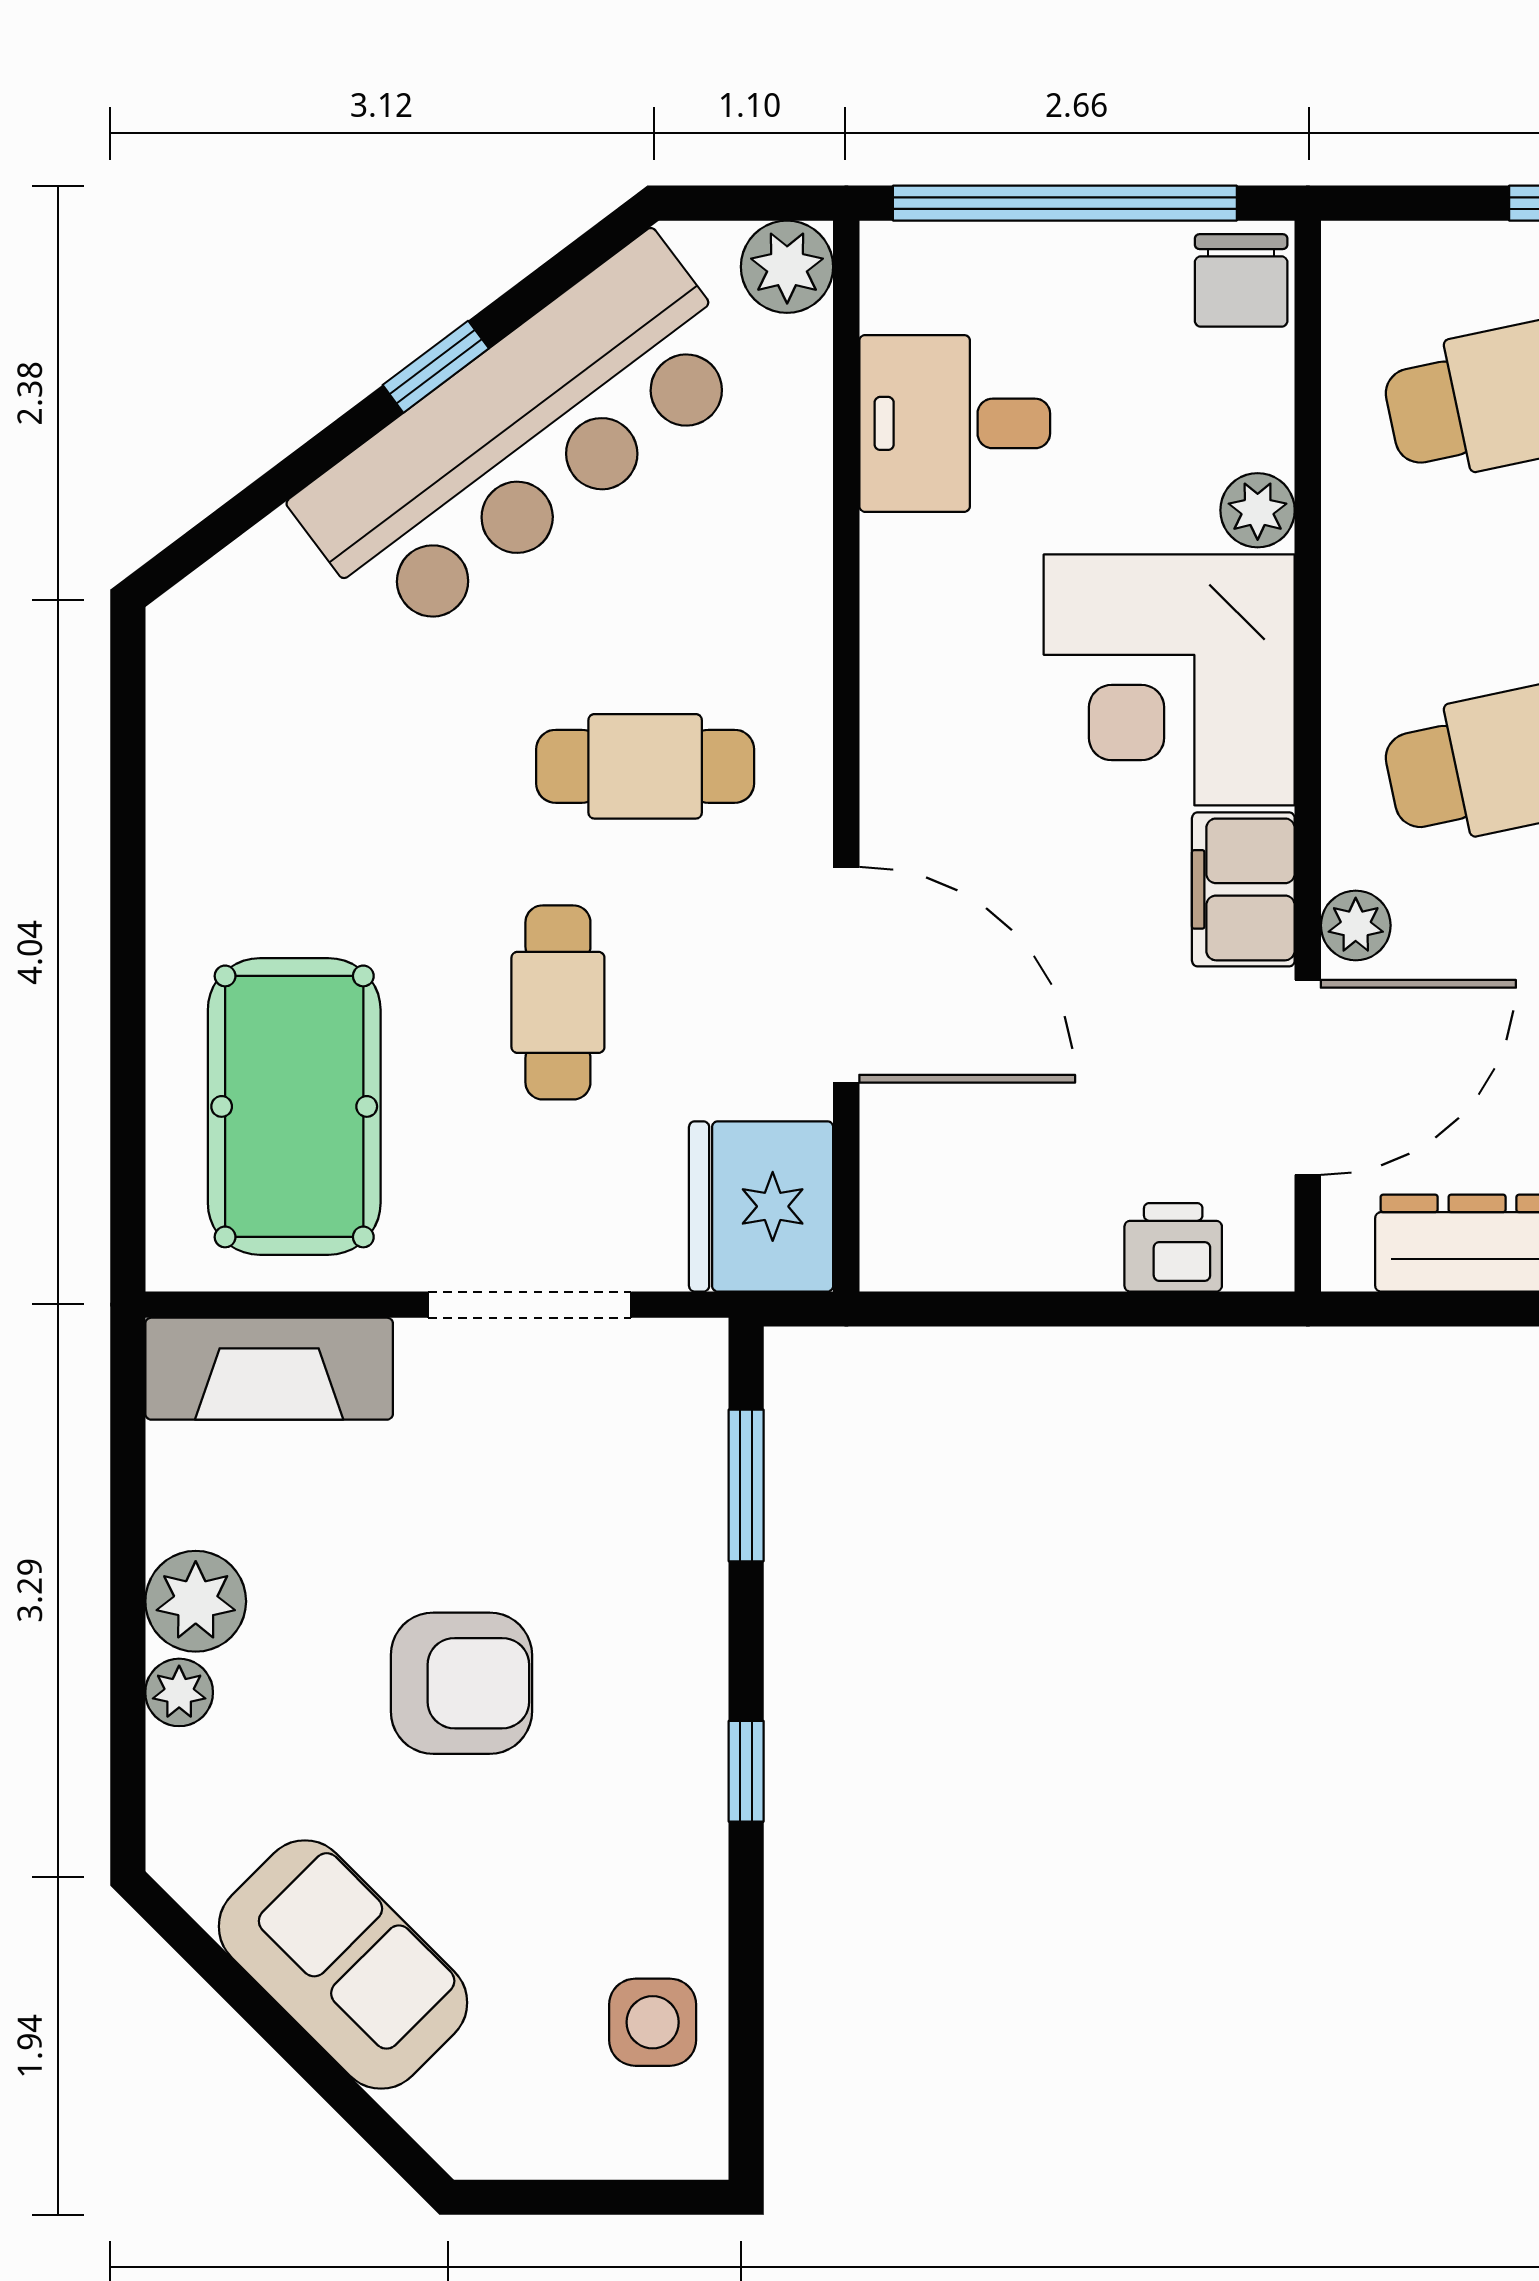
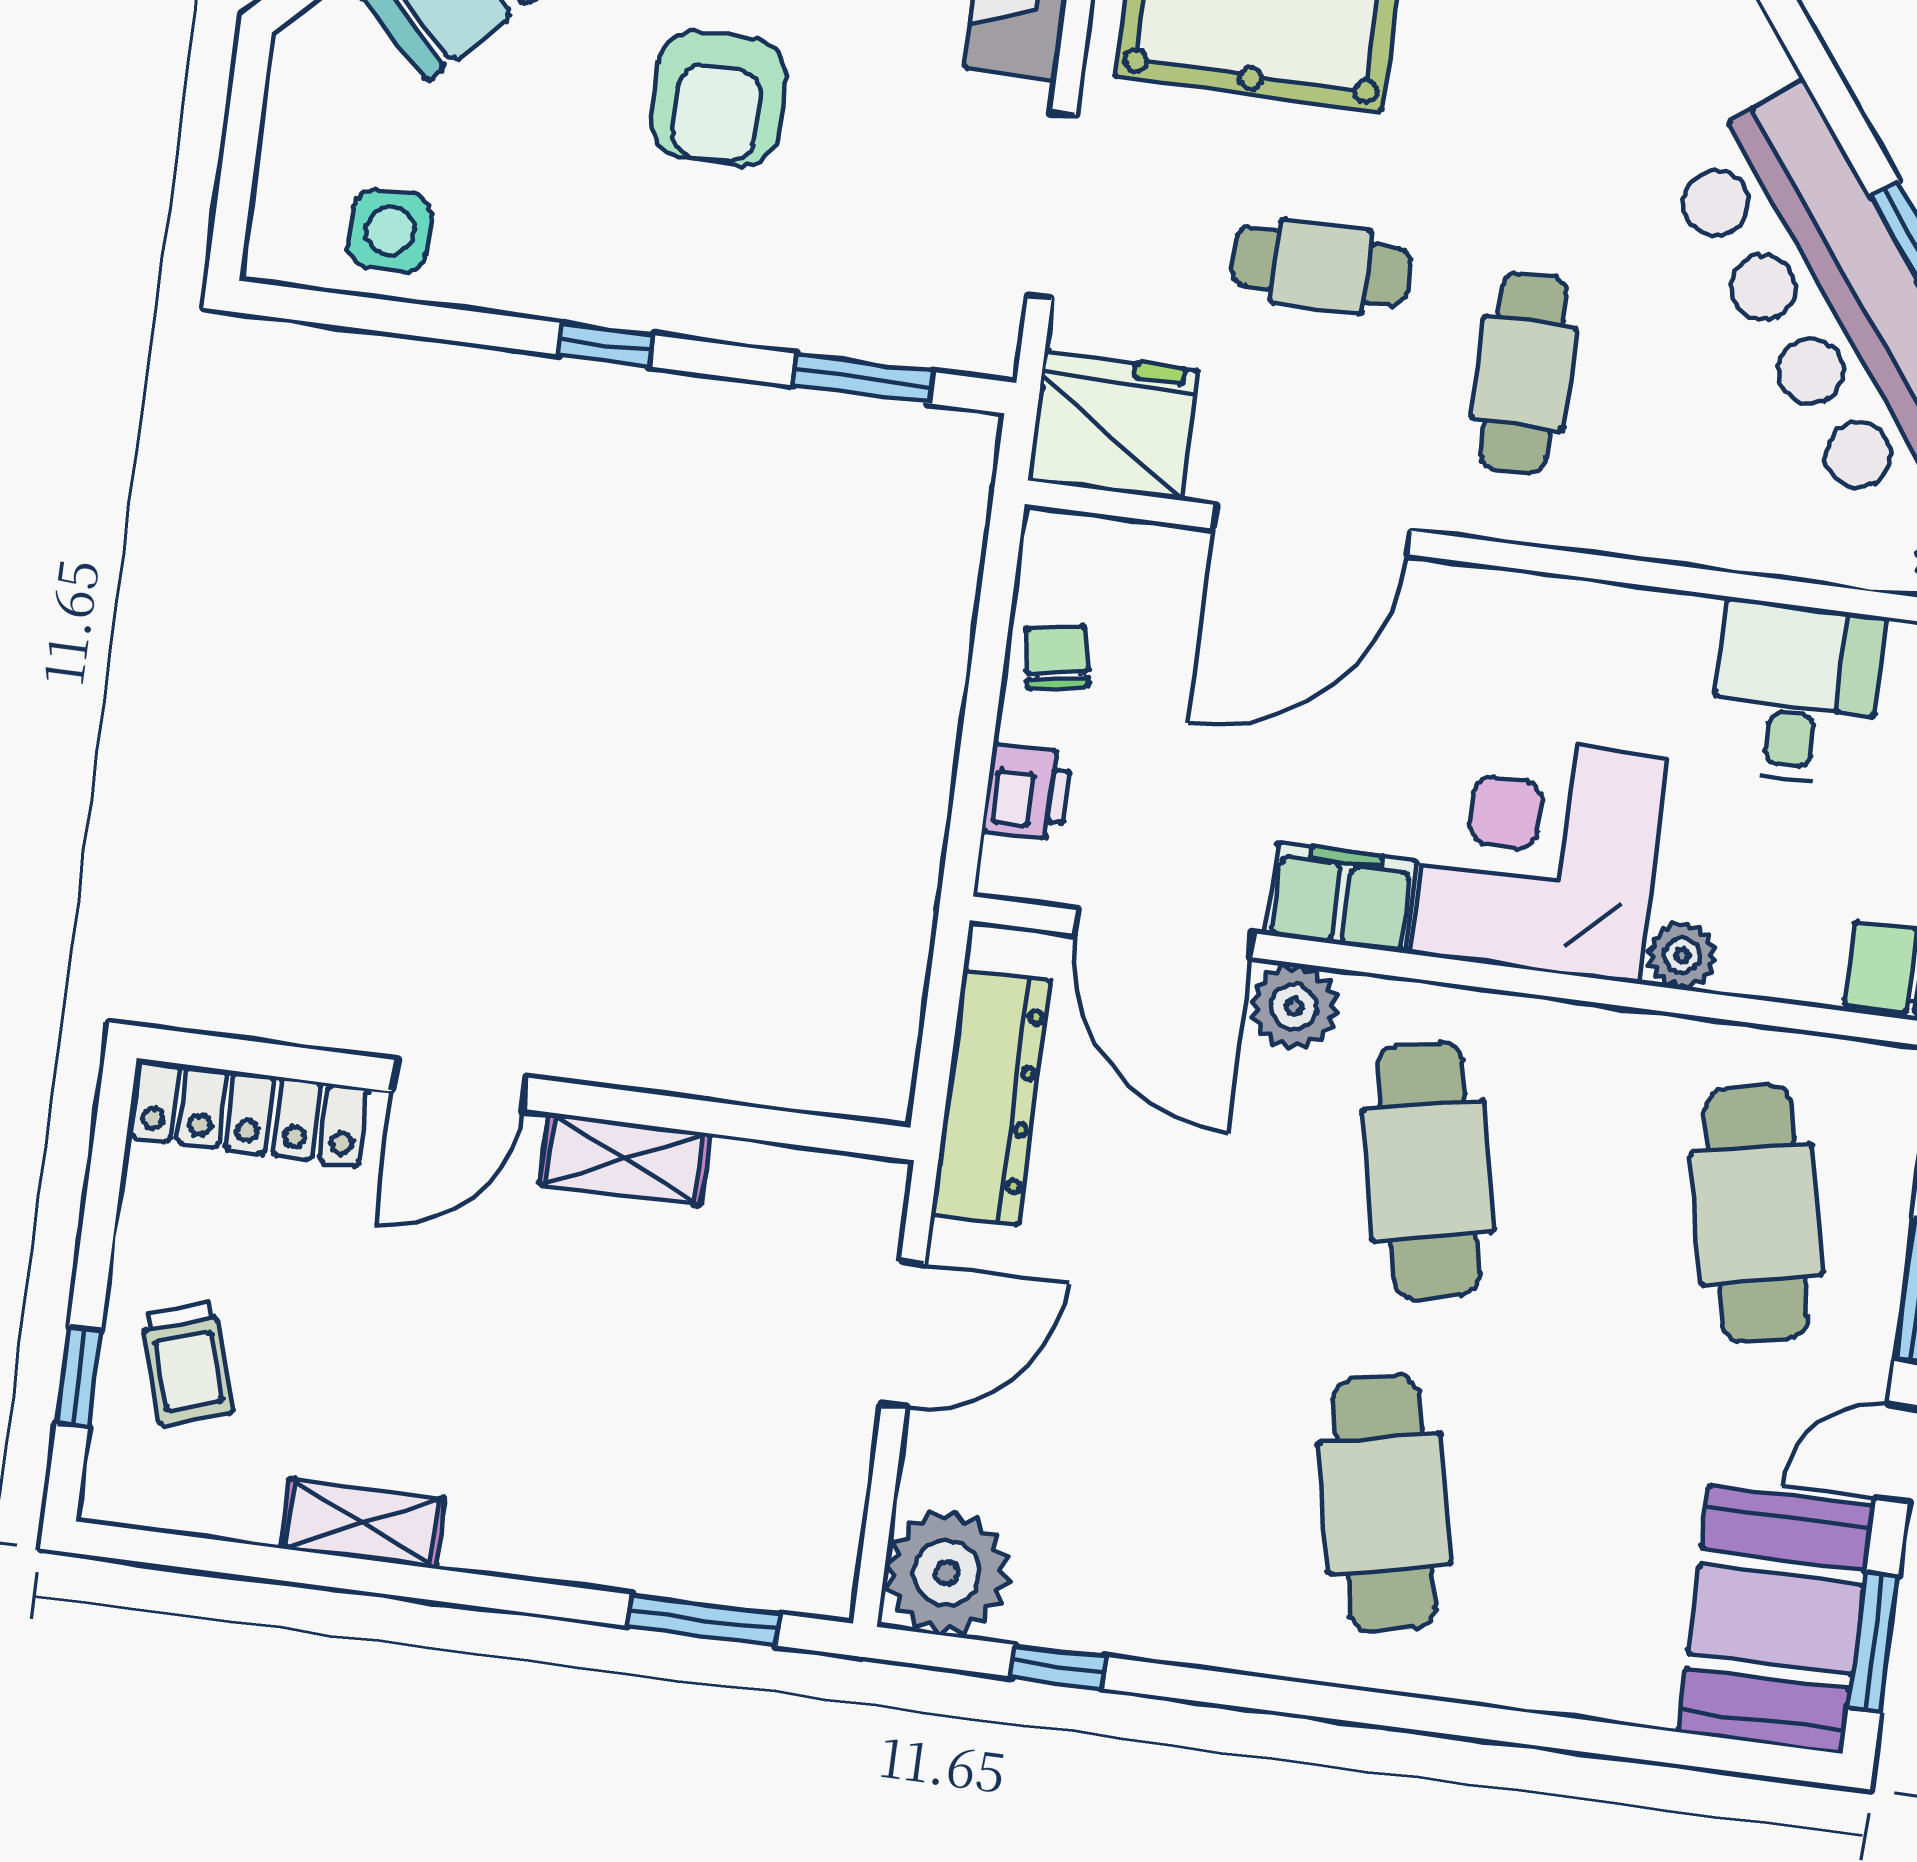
plant: (1356, 925) -> (1294, 1007), width x1.38, depth x1.38
chair: (1022, 1235) -> (1056, 657), added

